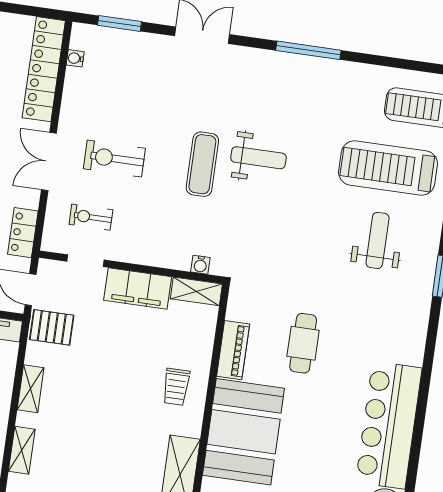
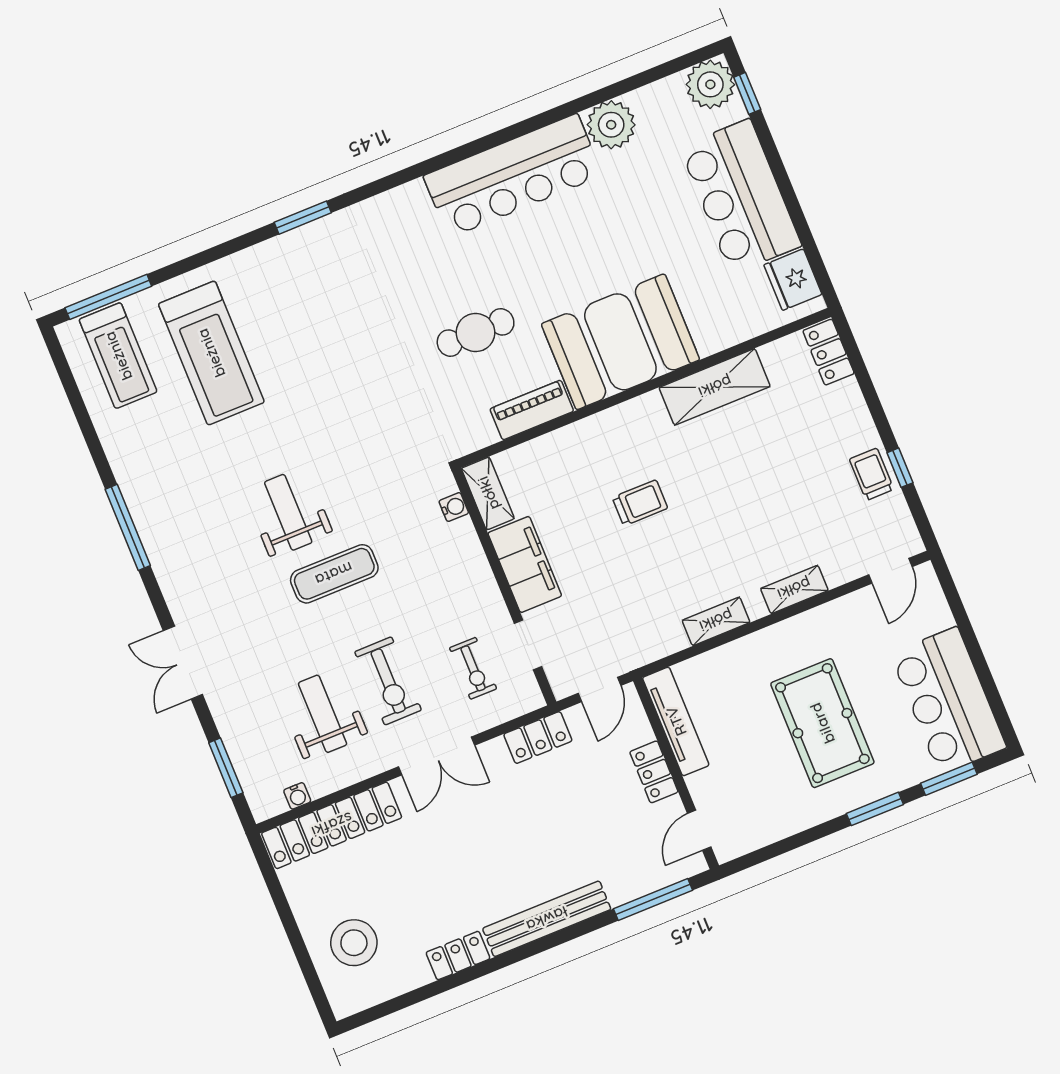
weight bench: (377, 240) -> (323, 714), moved, turned 90
pallet: (52, 327) -> (629, 639), removed
trolley: (176, 387) -> (640, 503), moved

